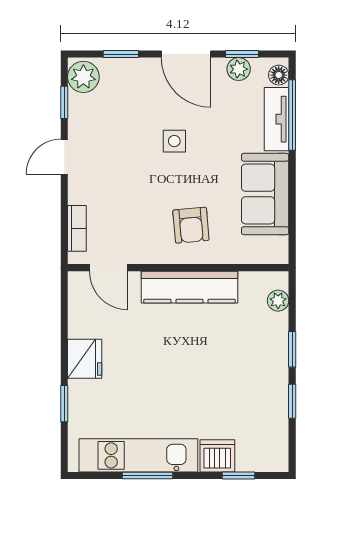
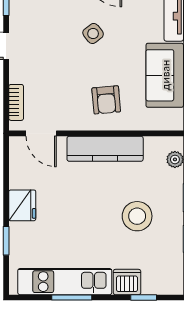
side table: (174, 141) -> (93, 34), turned -38
stool: (230, 373) -> (137, 216), added

